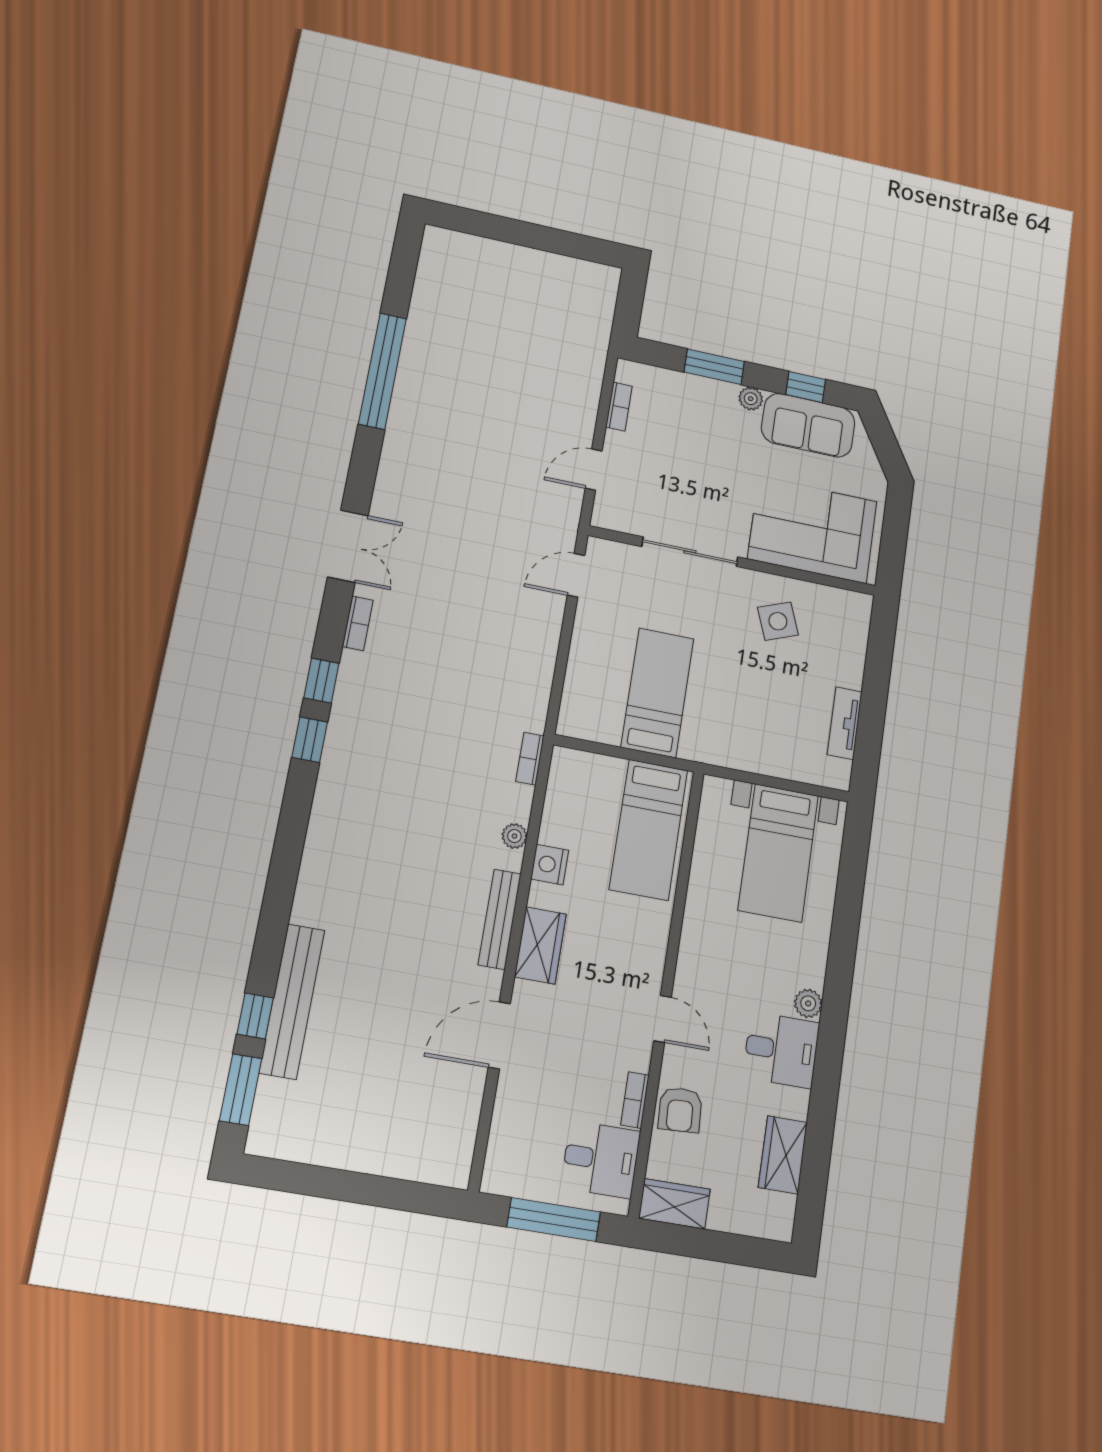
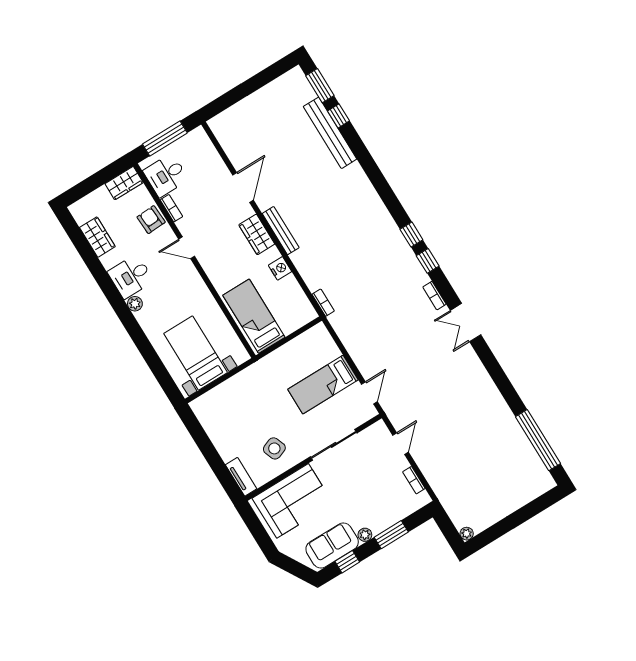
window: (382, 371) -> (538, 440), moved
bed: (657, 693) -> (323, 384), moved, turned 90
tv unit: (845, 723) -> (241, 477), moved
plant: (514, 836) -> (467, 534), moved

